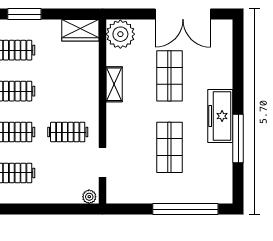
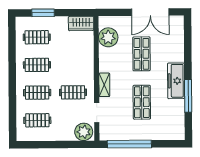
plant: (120, 34) -> (108, 37), moved
shelving: (114, 84) -> (104, 85), moved
plant: (89, 197) -> (84, 132), width x1.87, depth x1.87
window: (185, 209) -> (129, 144), moved

